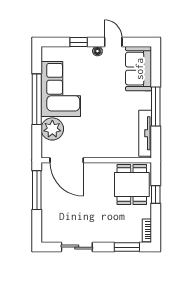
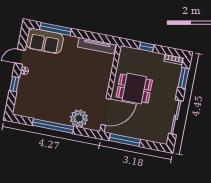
corner sofa: (61, 89) -> (49, 105), removed
window: (156, 106) -> (55, 29), moved
dining table: (132, 185) -> (134, 88), moved
sliding door: (77, 247) -> (176, 117), width x1.37

